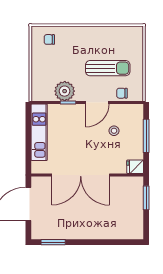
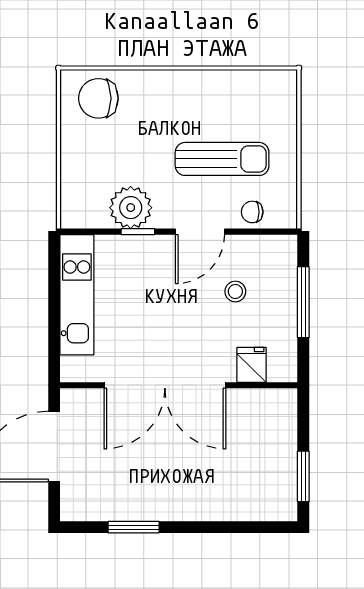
chair: (49, 39) -> (98, 98), width x1.87, depth x1.87
fridge: (135, 167) -> (252, 365), moved, turned 90
window: (146, 198) -> (303, 476), moved
window: (53, 242) -> (134, 527), moved

